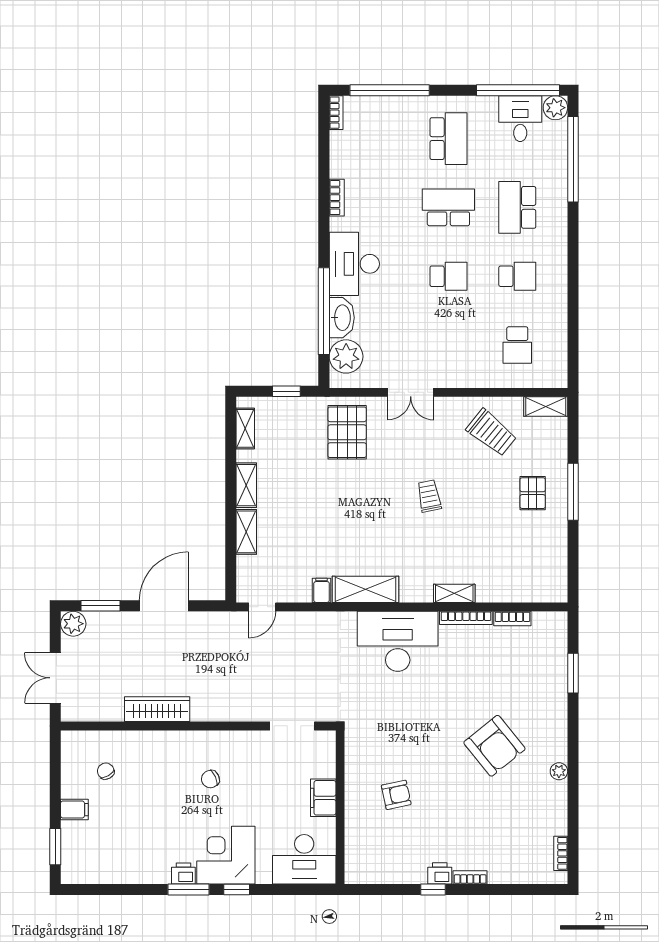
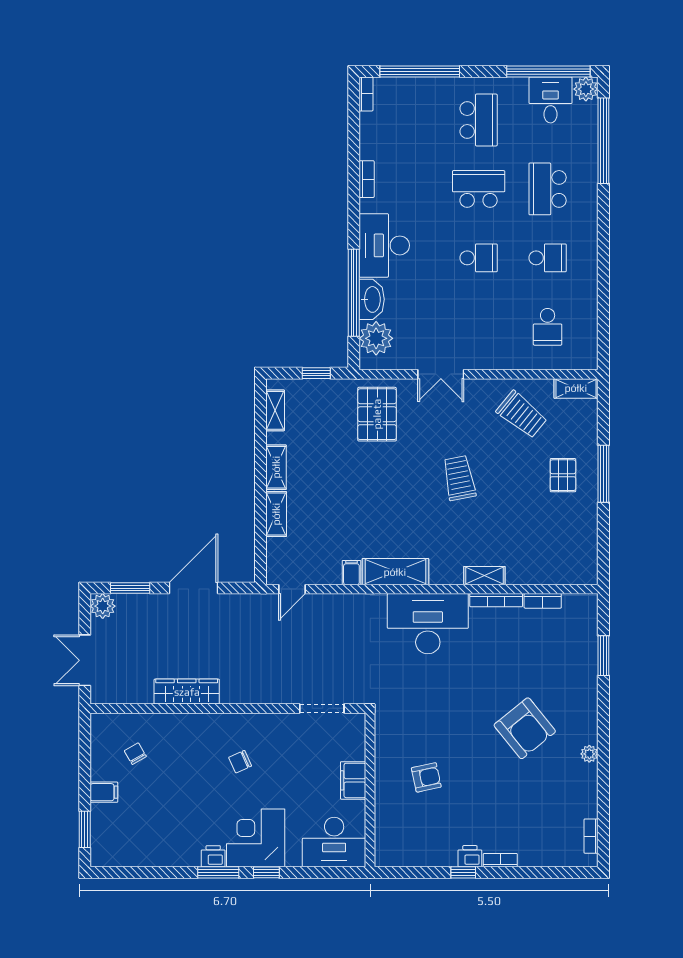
trolley: (429, 496) -> (459, 478), width x1.36, depth x1.39

